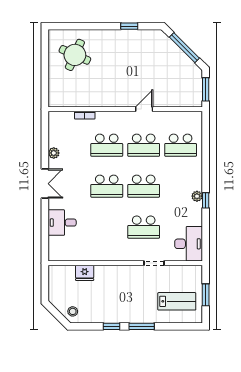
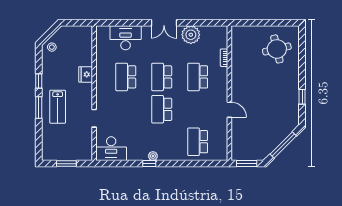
round table: (75, 55) -> (277, 49), turned -37
school desk: (144, 145) -> (198, 109), removed
plant: (54, 153) -> (191, 35), width x1.88, depth x1.88
desk: (62, 223) -> (126, 38), width x1.37
school desk: (144, 227) -> (126, 77), moved
fridge: (85, 273) -> (86, 74), moved
lab bench: (177, 301) -> (58, 107), moved

